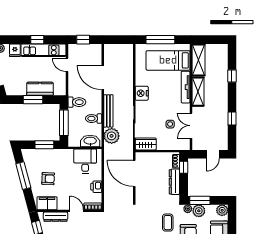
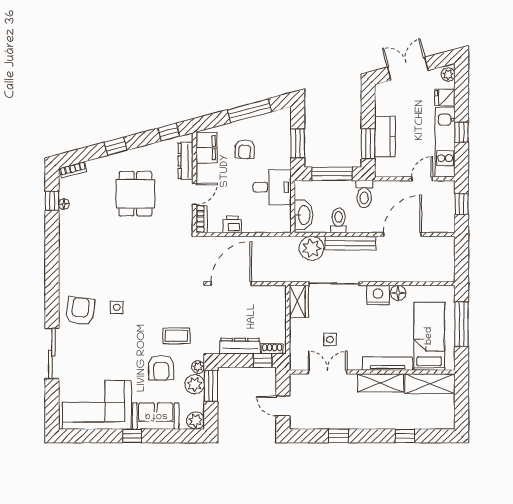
floor lamp: (140, 80) -> (398, 293), added
window: (33, 100) -> (368, 144), moved
desk: (85, 161) -> (272, 187), moved
door: (134, 173) -> (231, 284), moved

